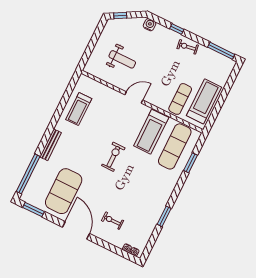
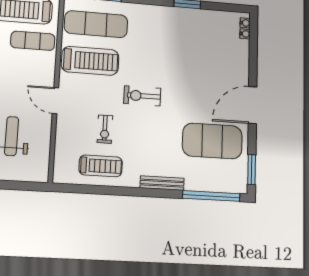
exercise bike: (112, 221) -> (105, 129), moved

